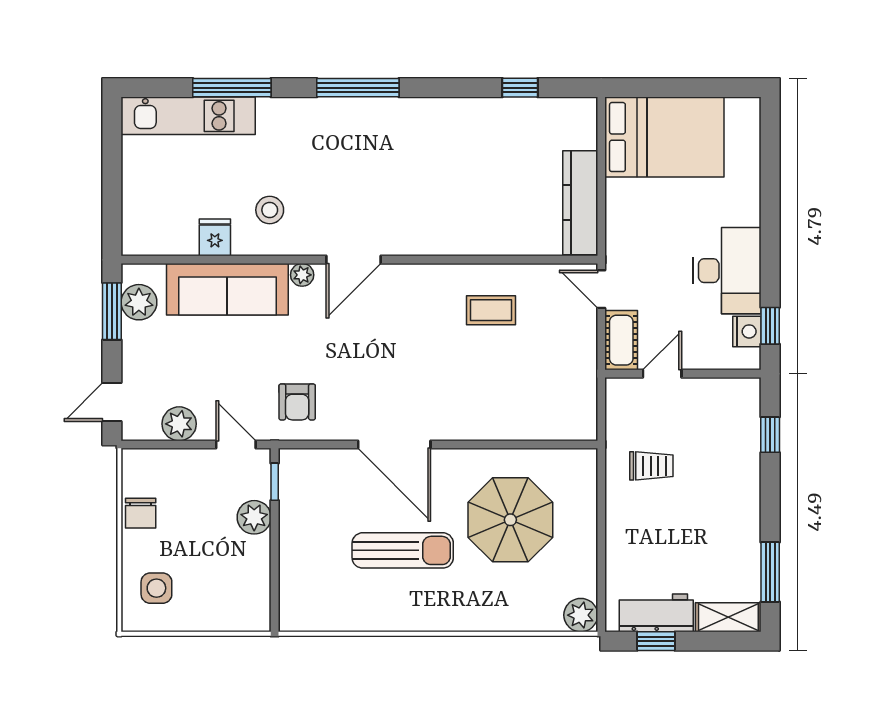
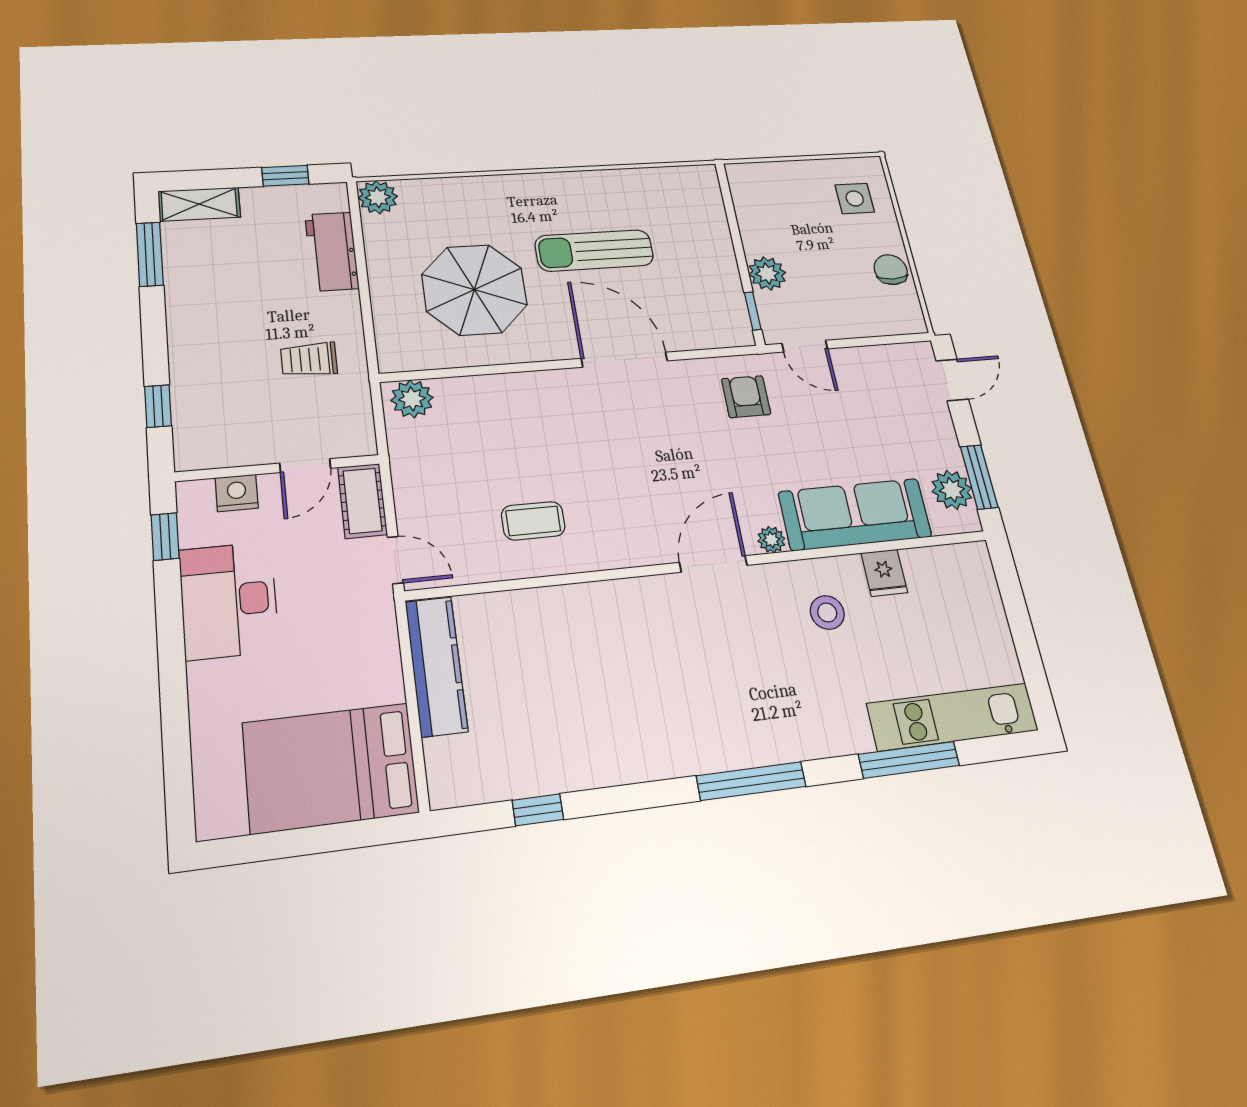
nightstand: (747, 331) -> (237, 493), moved, turned 90
plant: (179, 424) -> (412, 399), moved
workbench: (656, 613) -> (332, 251), moved, turned 90

